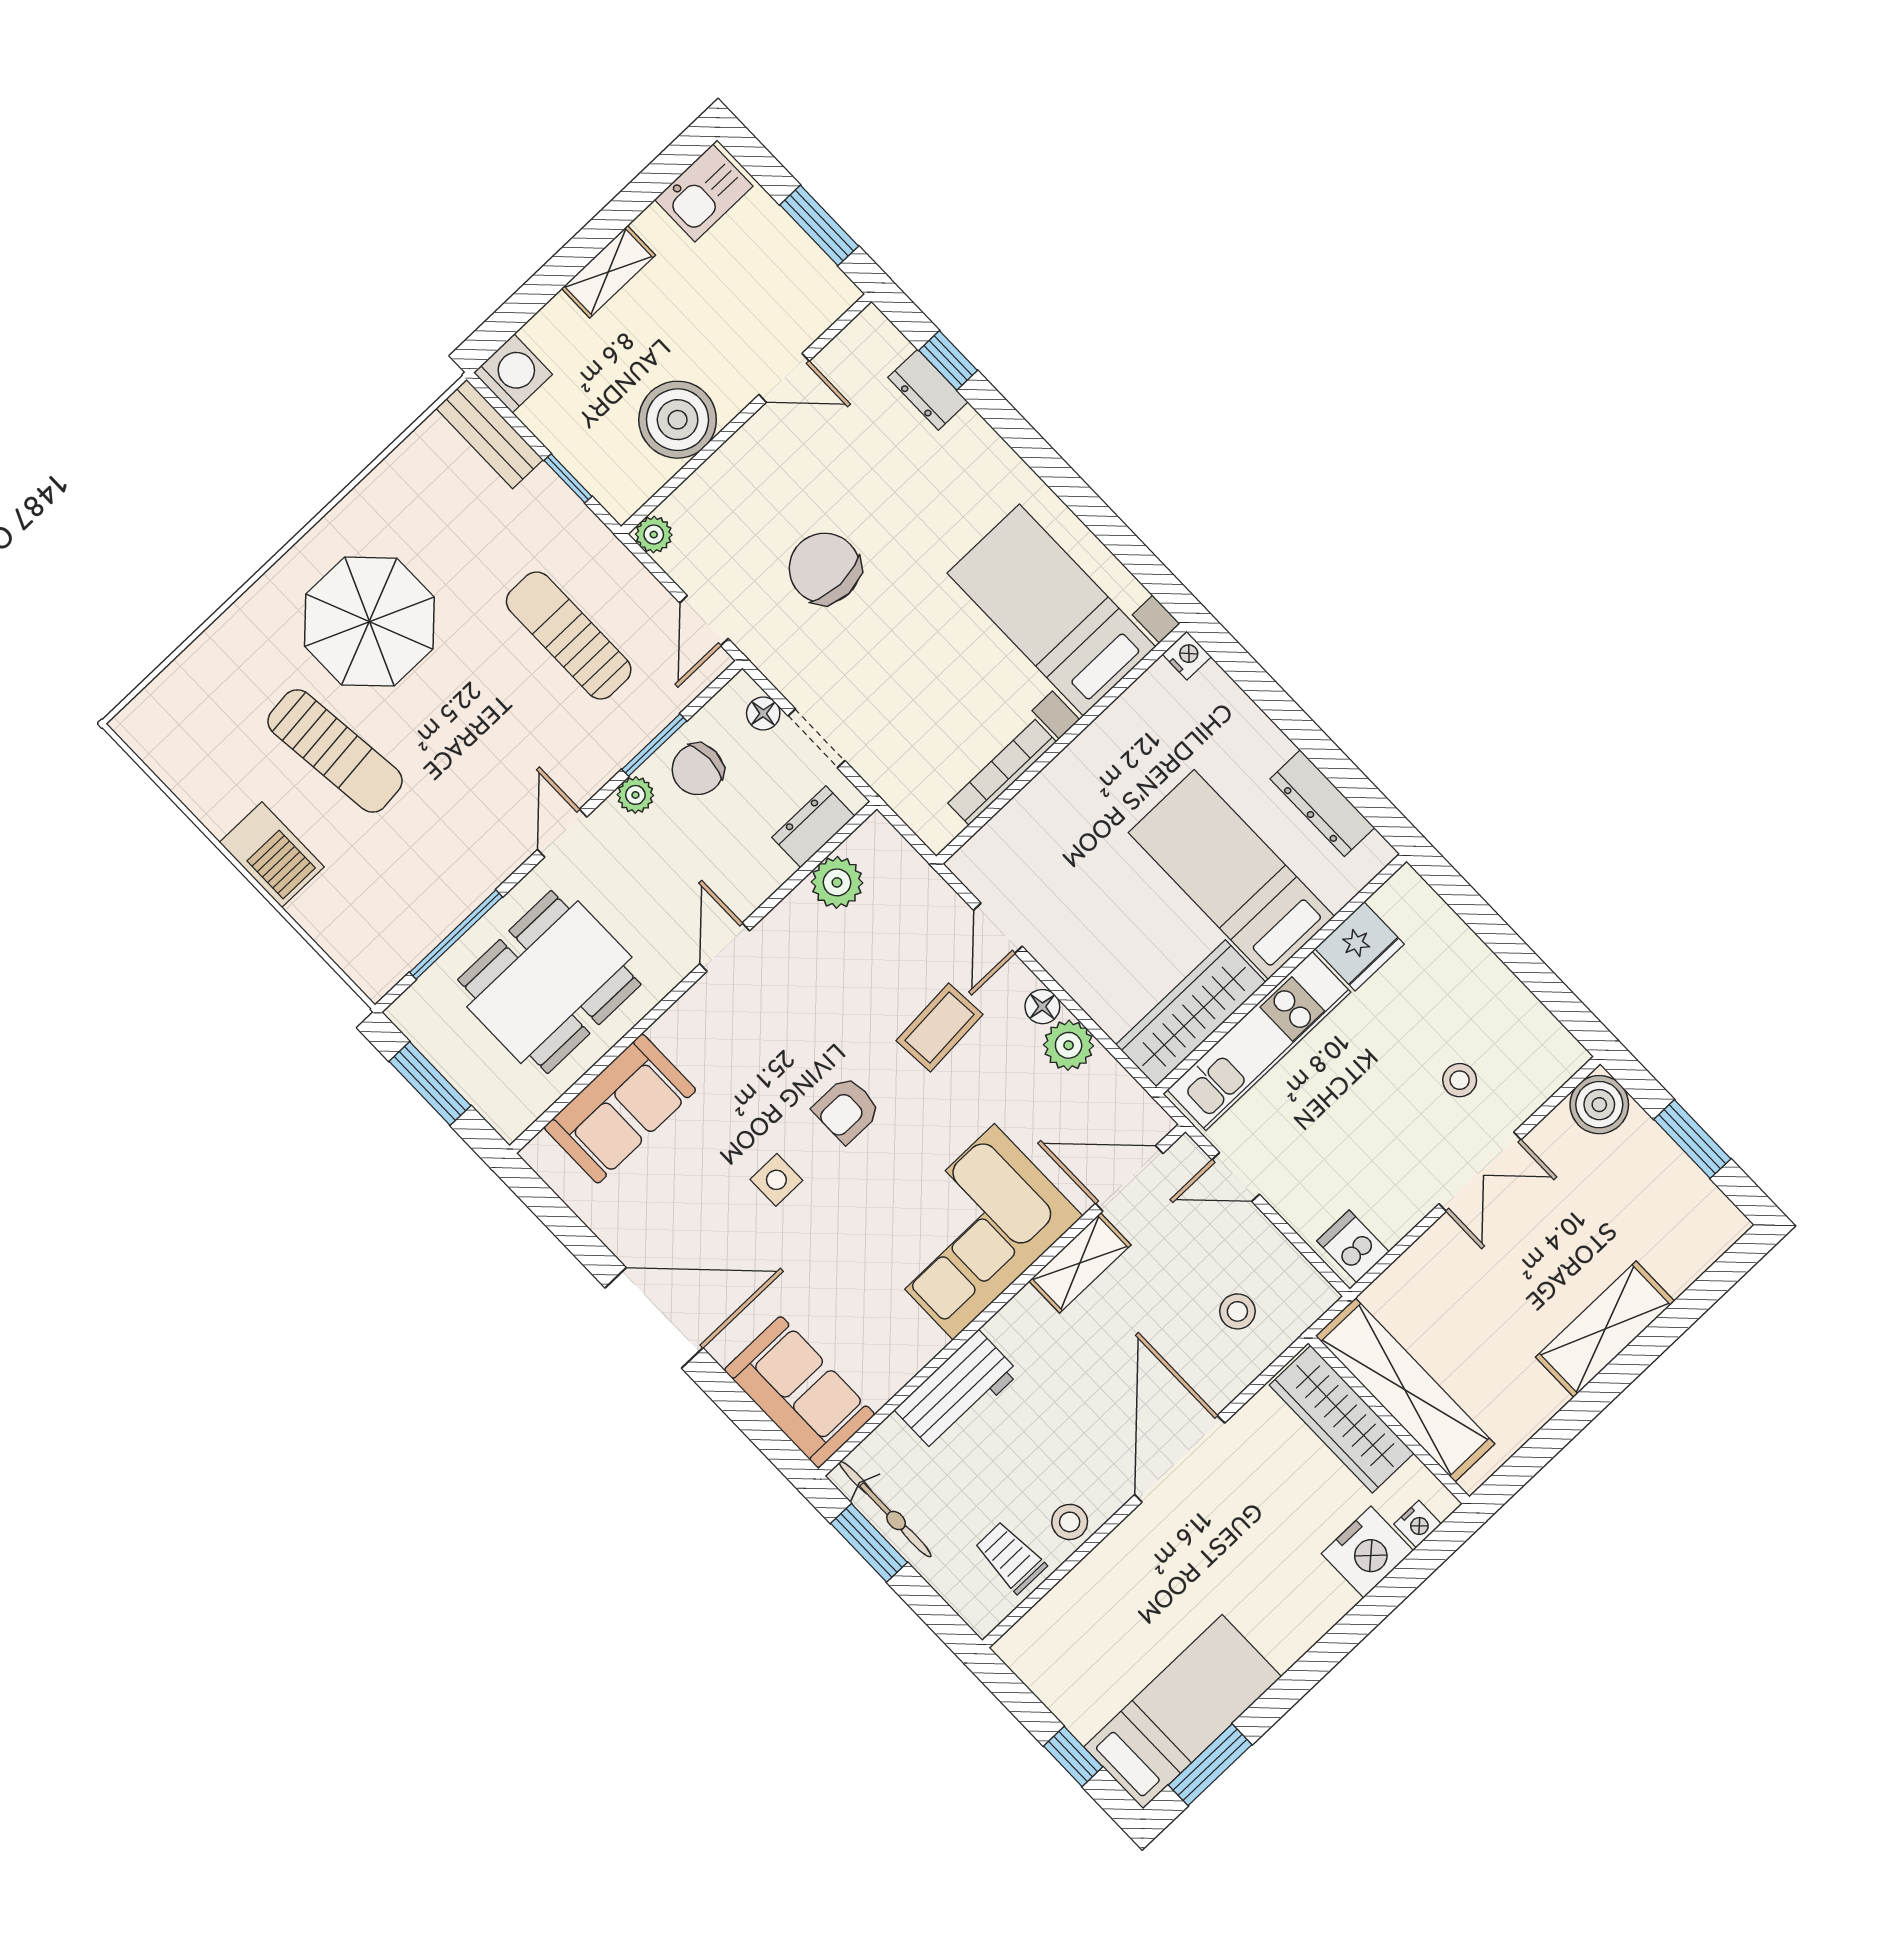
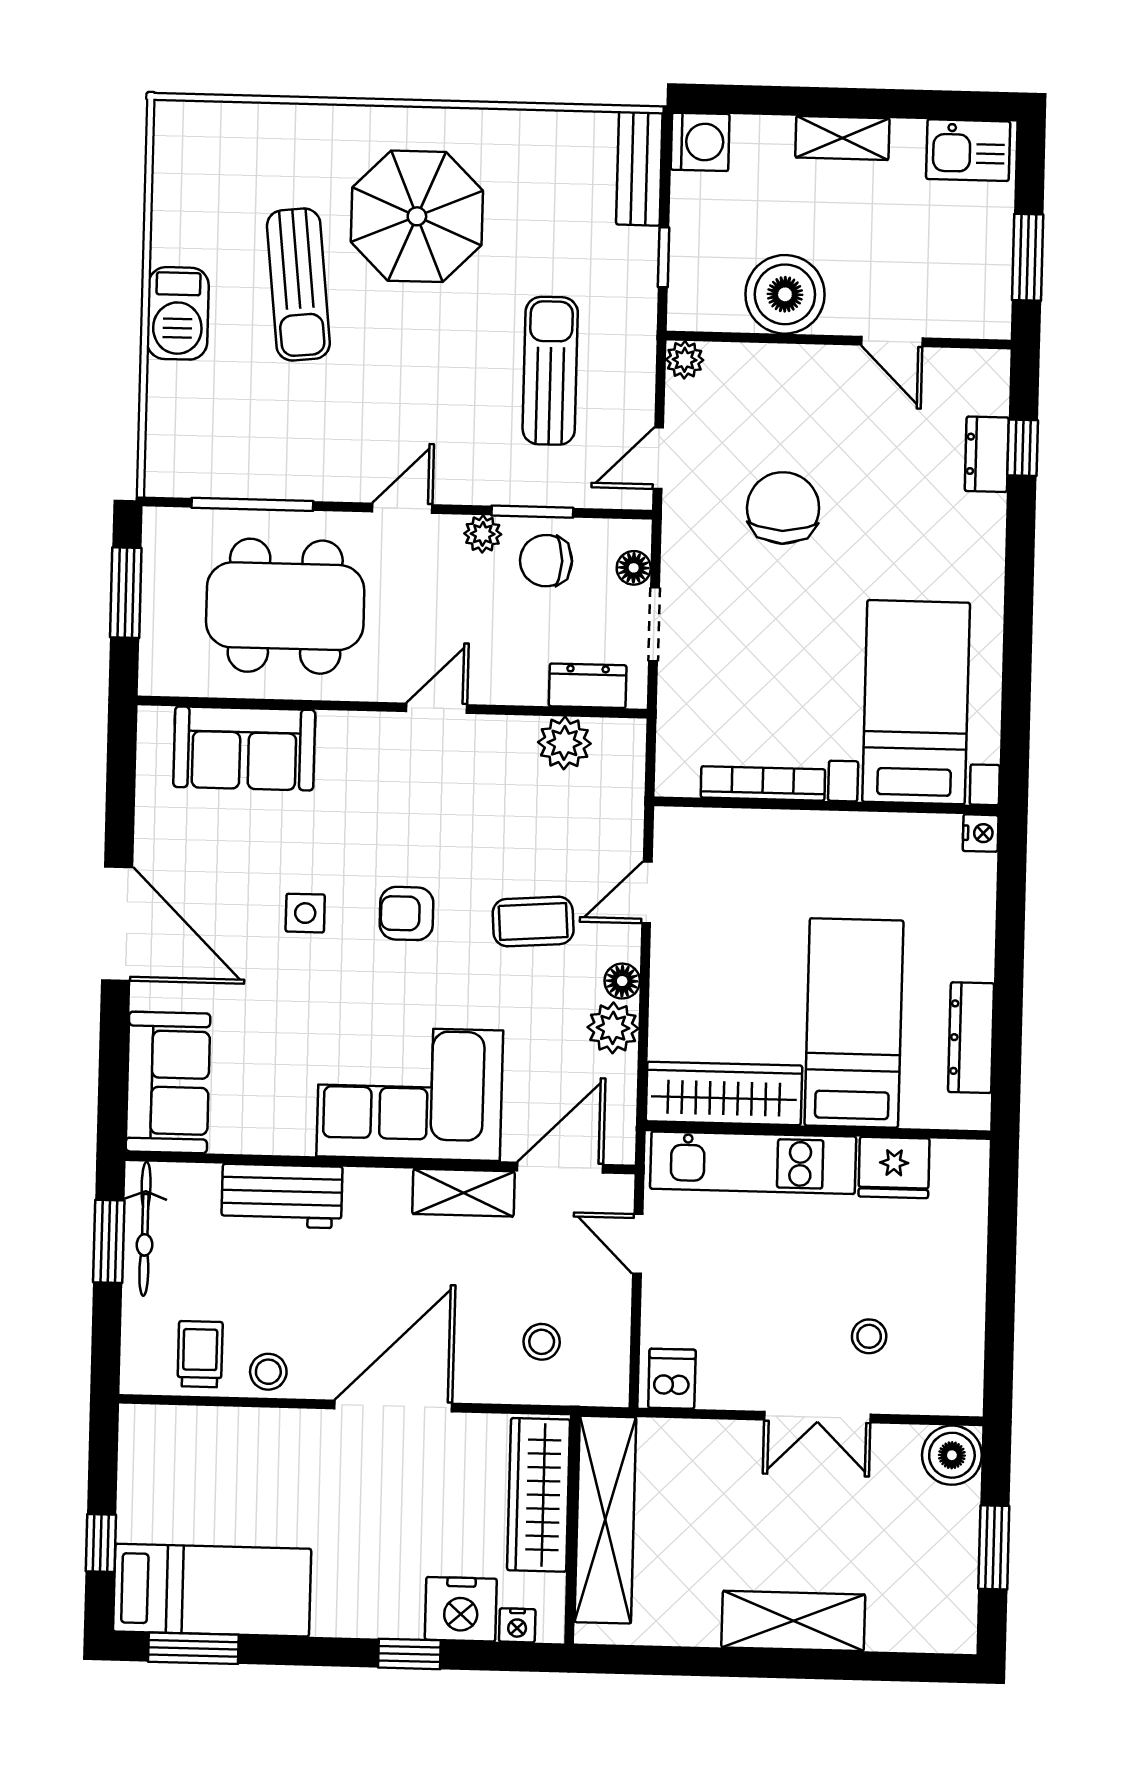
door: (1129, 1178) -> (560, 1168), hinge flipped
window: (1363, 1619) -> (409, 1654), added

